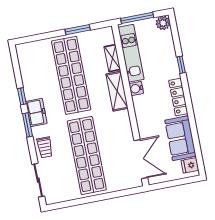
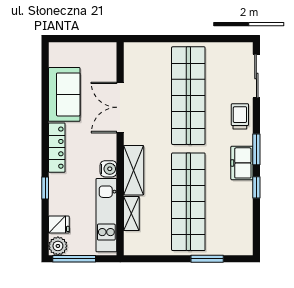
window: (137, 18) -> (74, 259), moved
window: (78, 30) -> (207, 259), moved
double door: (141, 159) -> (120, 107), moved
fridge: (190, 165) -> (59, 224), moved

